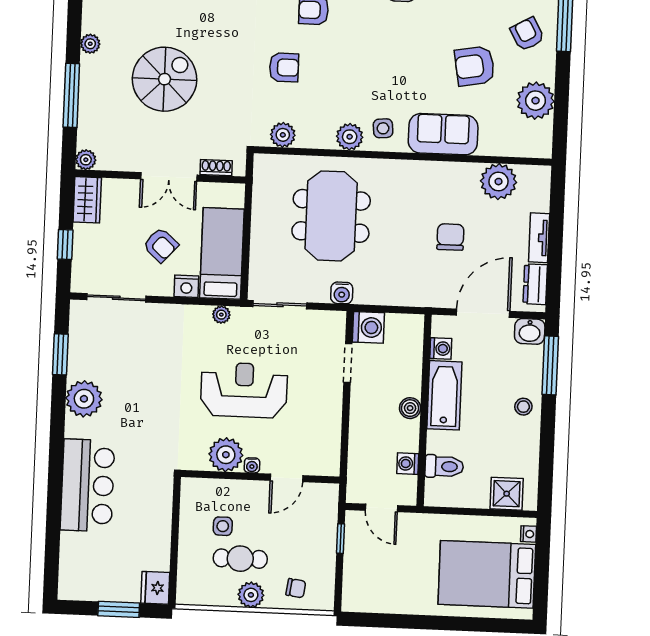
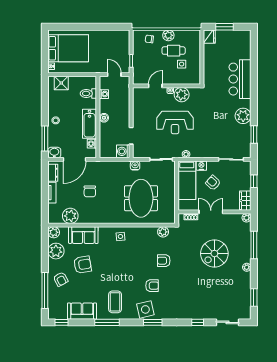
sofa: (443, 134) -> (83, 235), moved
plant: (350, 137) -> (54, 232), moved

